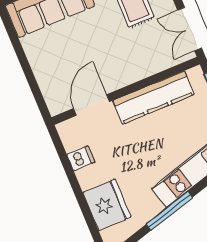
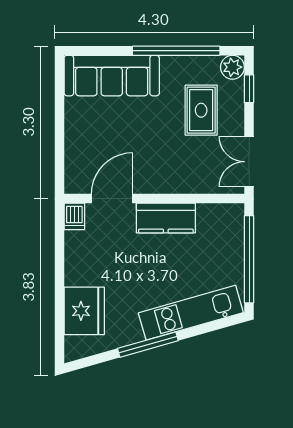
kitchen counter: (153, 98) -> (166, 218), width x0.67
dishwasher: (81, 158) -> (74, 216), moved, turned 90

